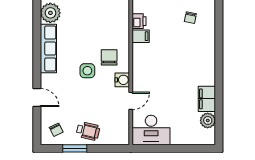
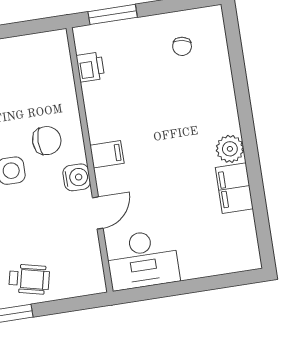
filing cabinet: (141, 36) -> (107, 154), moved
chair: (109, 57) -> (47, 141), turned 90
plant: (208, 120) -> (230, 149), moved

